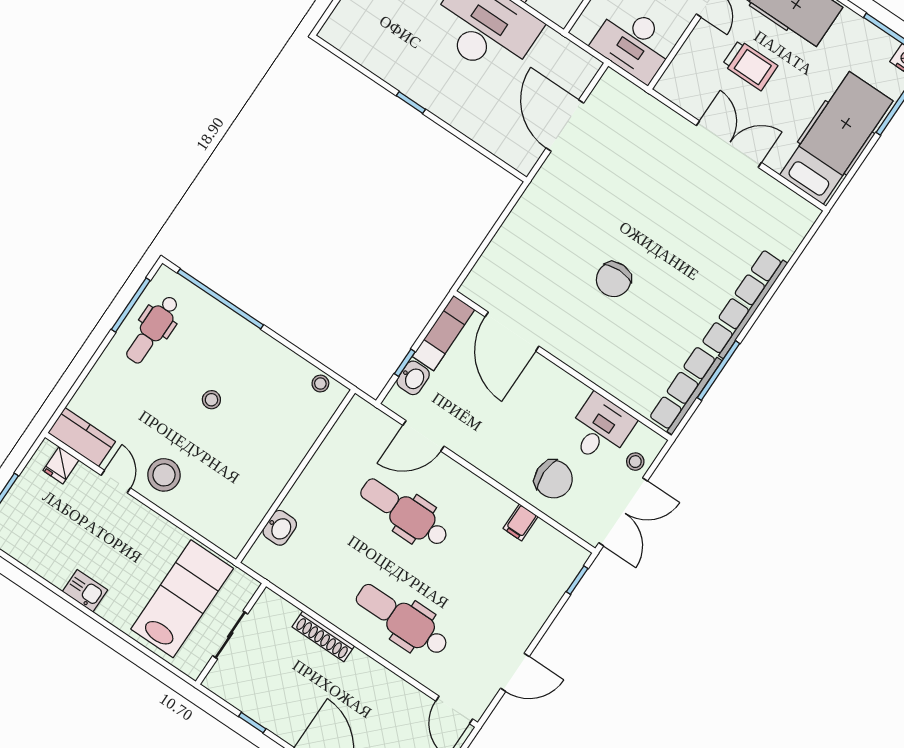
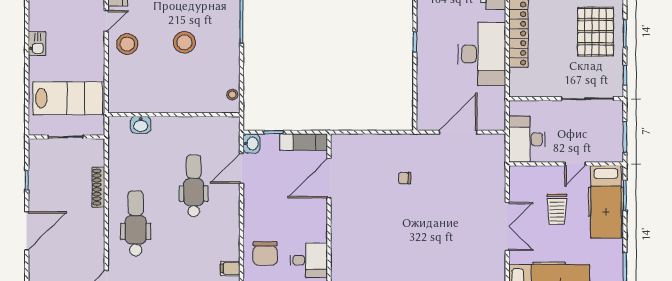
chair: (614, 279) -> (405, 178), moved, width x0.54, depth x0.54
washbasin: (413, 378) -> (251, 144), moved, turned -90
stool: (211, 400) -> (184, 42), width x1.89, depth x1.89
door: (423, 436) -> (242, 168), hinge flipped
filing cabinet: (521, 522) -> (230, 268), moved

